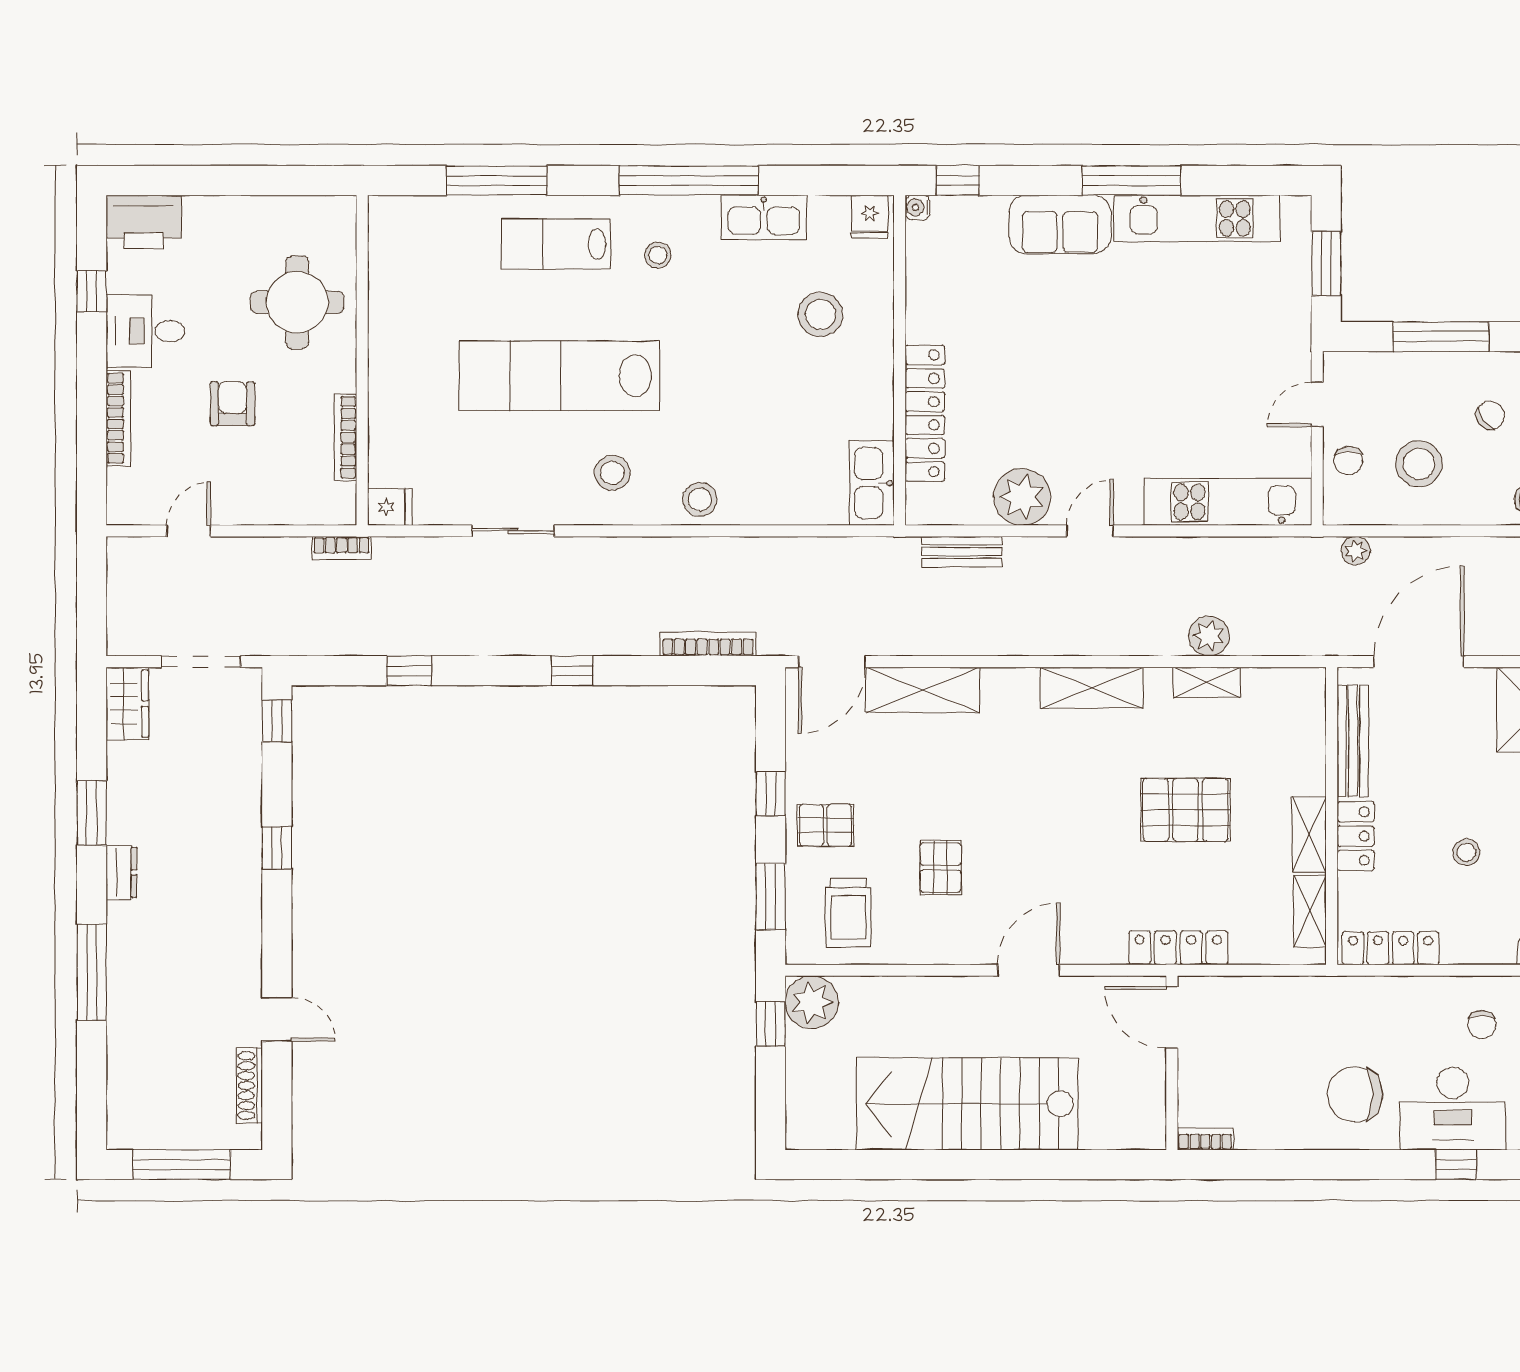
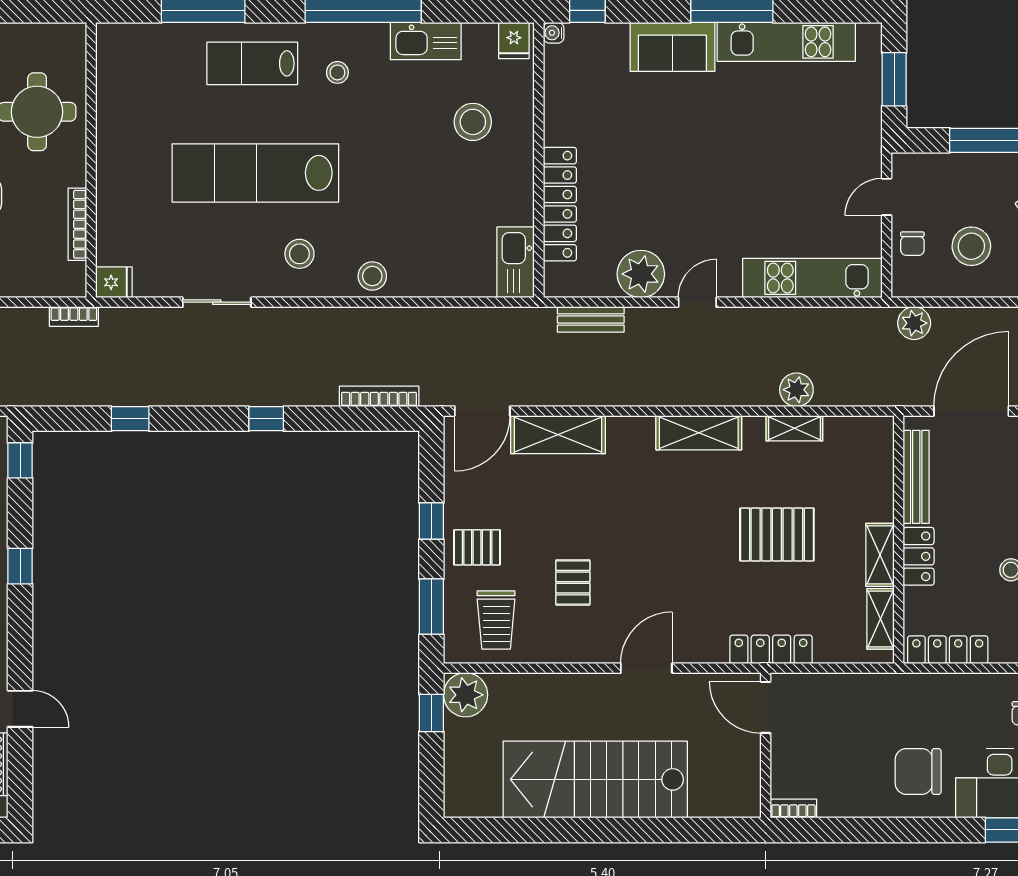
plant: (1356, 551) -> (914, 323), width x1.38, depth x1.38

